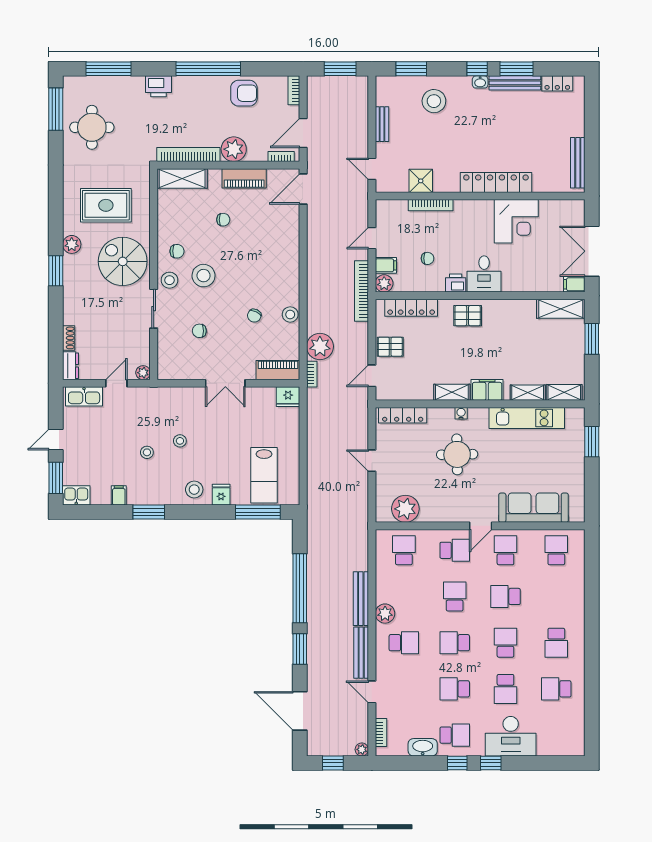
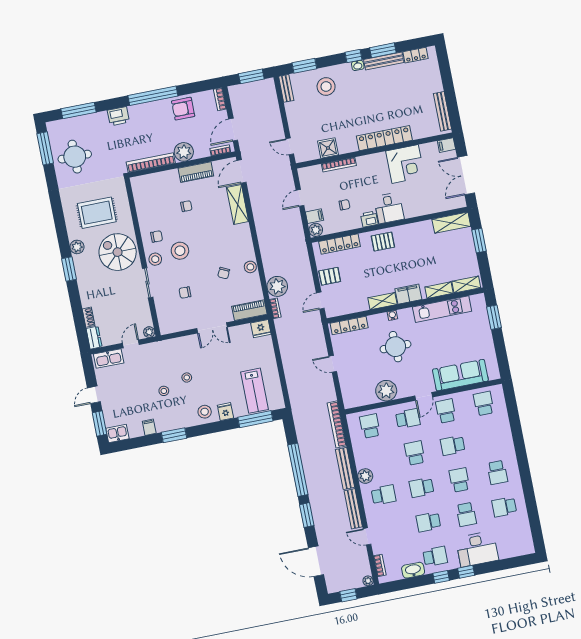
armchair: (244, 93) -> (183, 109), turned 180
bench: (382, 124) -> (286, 88), moved
shelving: (182, 178) -> (238, 205), moved, turned 90
filing cabinet: (574, 284) -> (446, 145), moved
bookcase: (361, 291) -> (337, 424), moved
plant: (405, 509) -> (386, 391), moved

